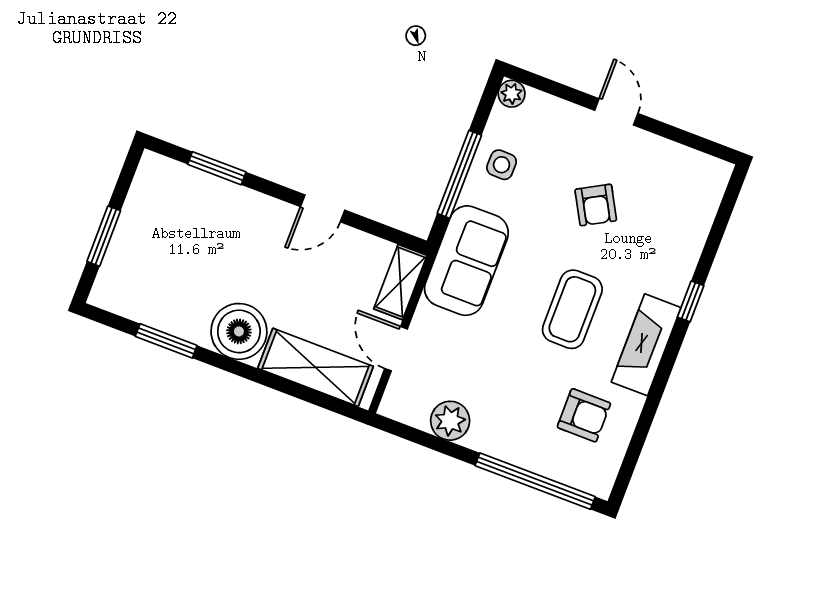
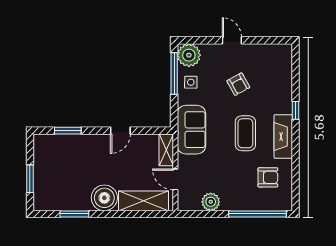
plant: (512, 94) -> (189, 55), width x1.87, depth x1.87
window: (459, 174) -> (174, 74), moved

